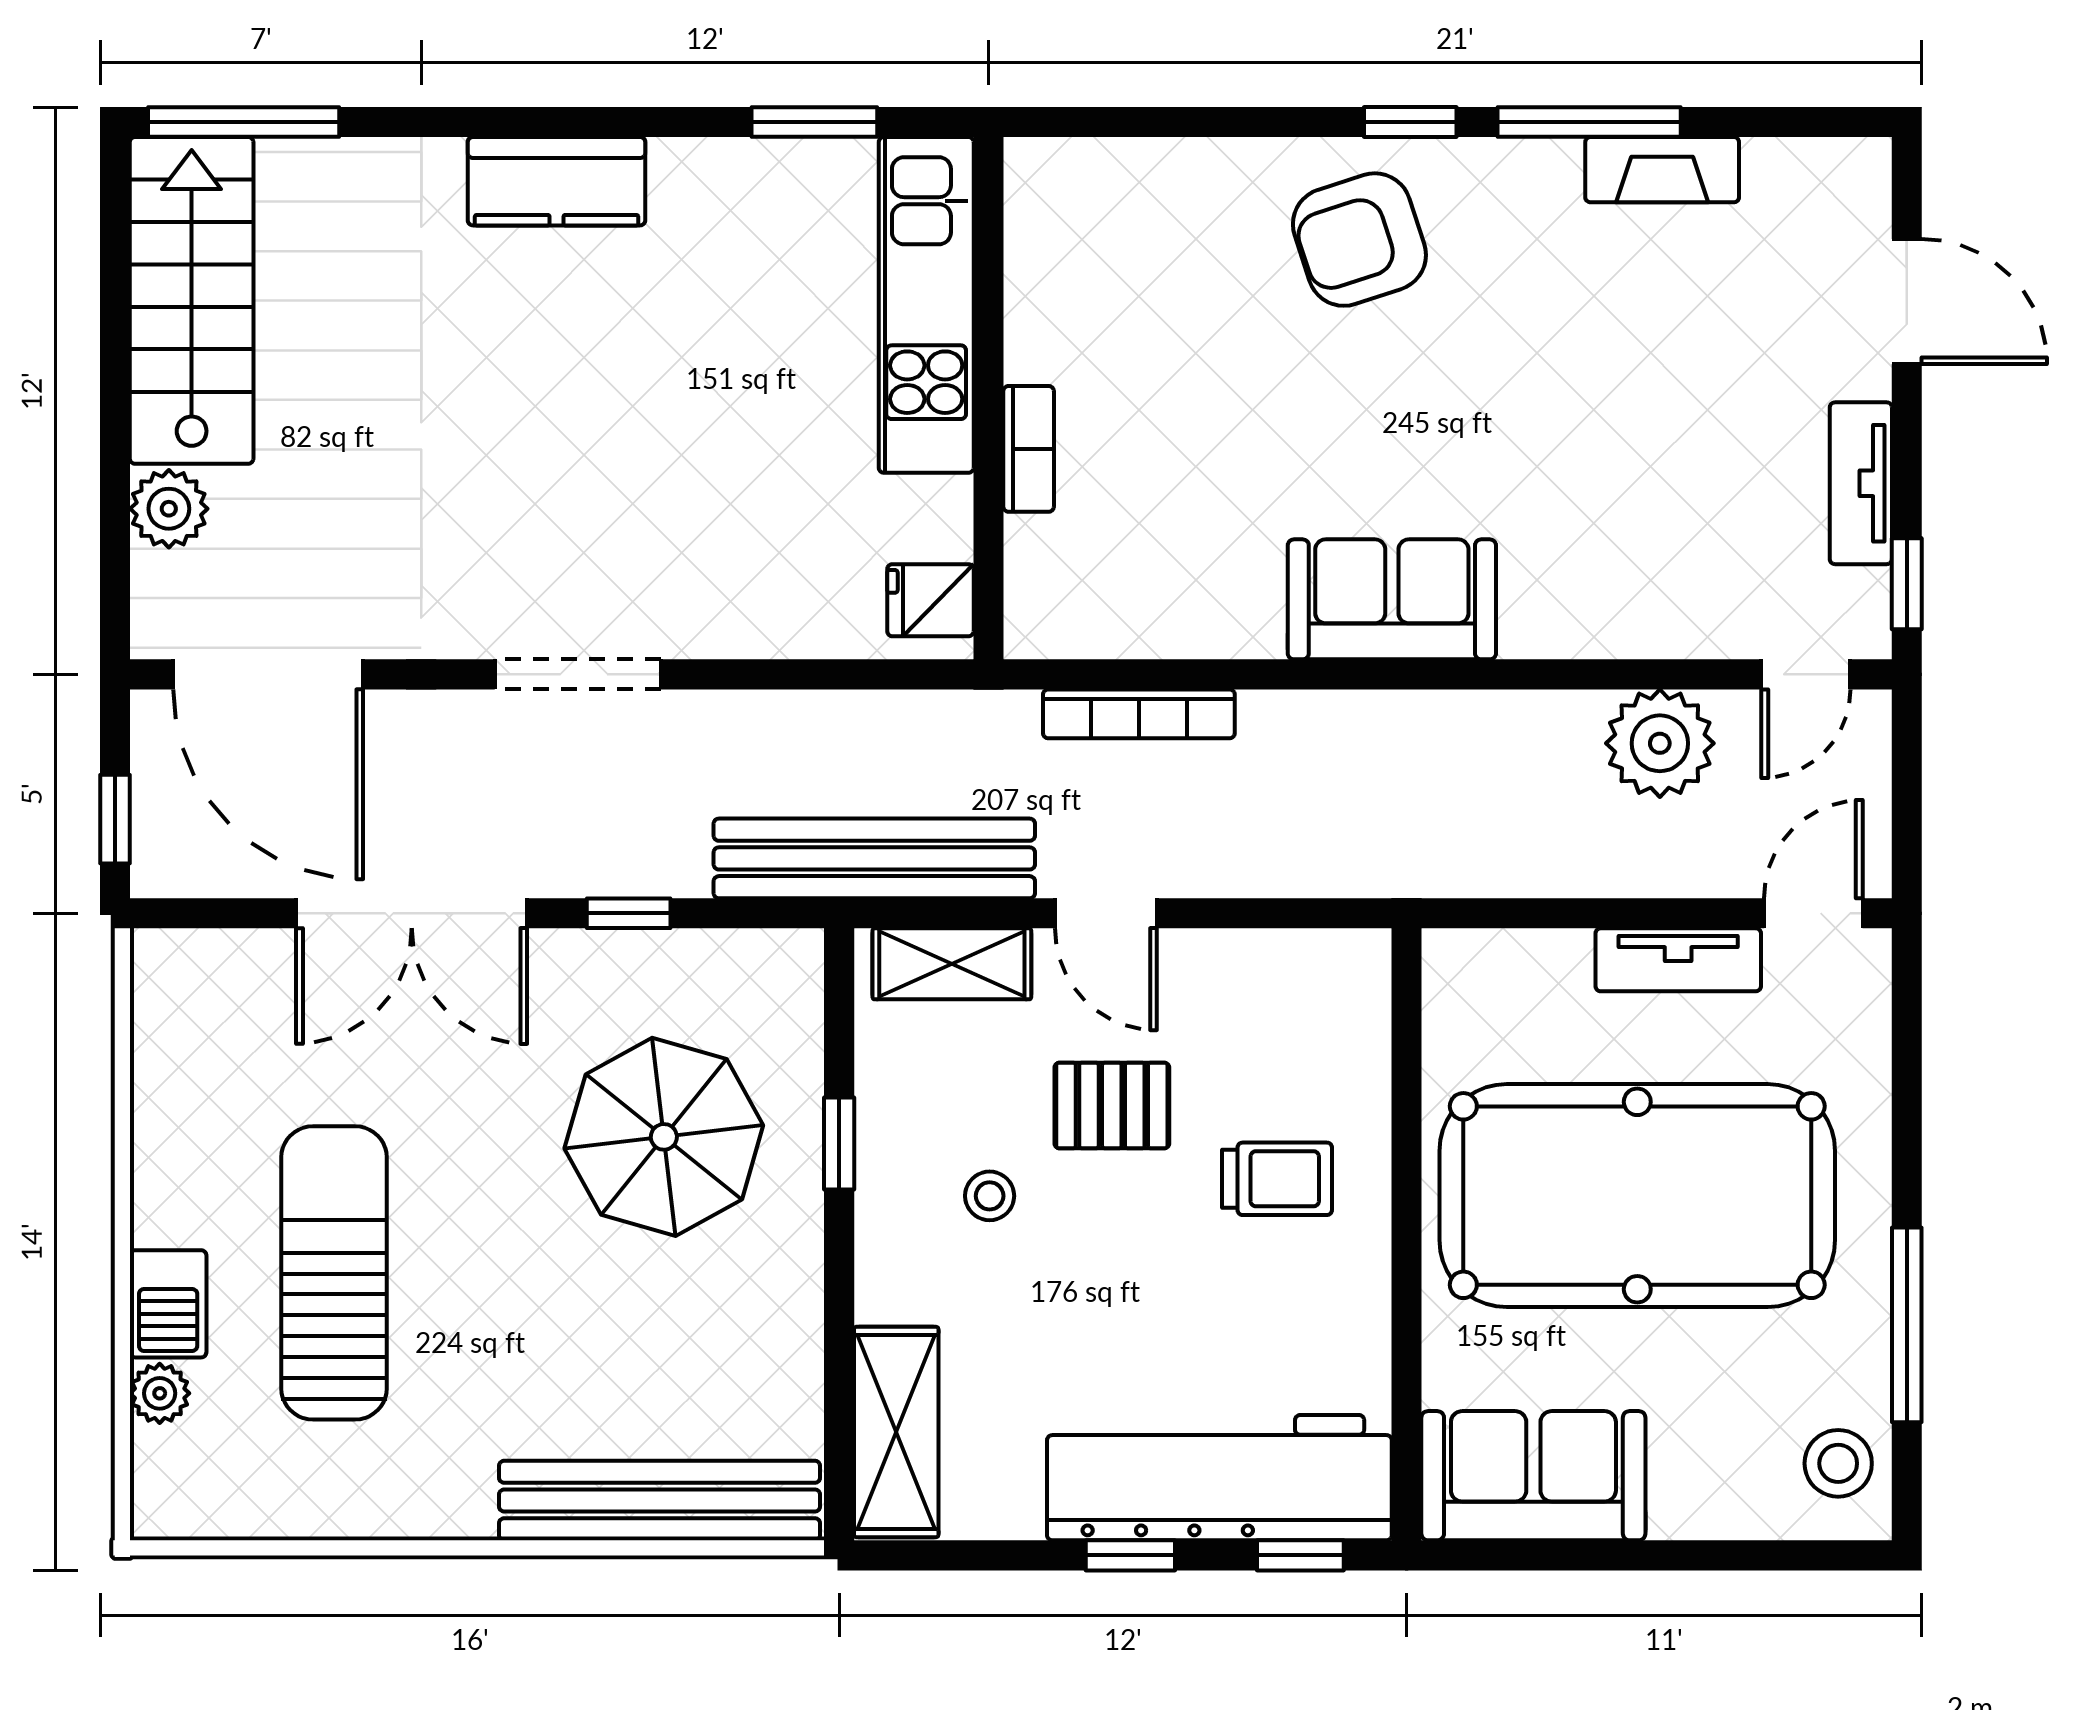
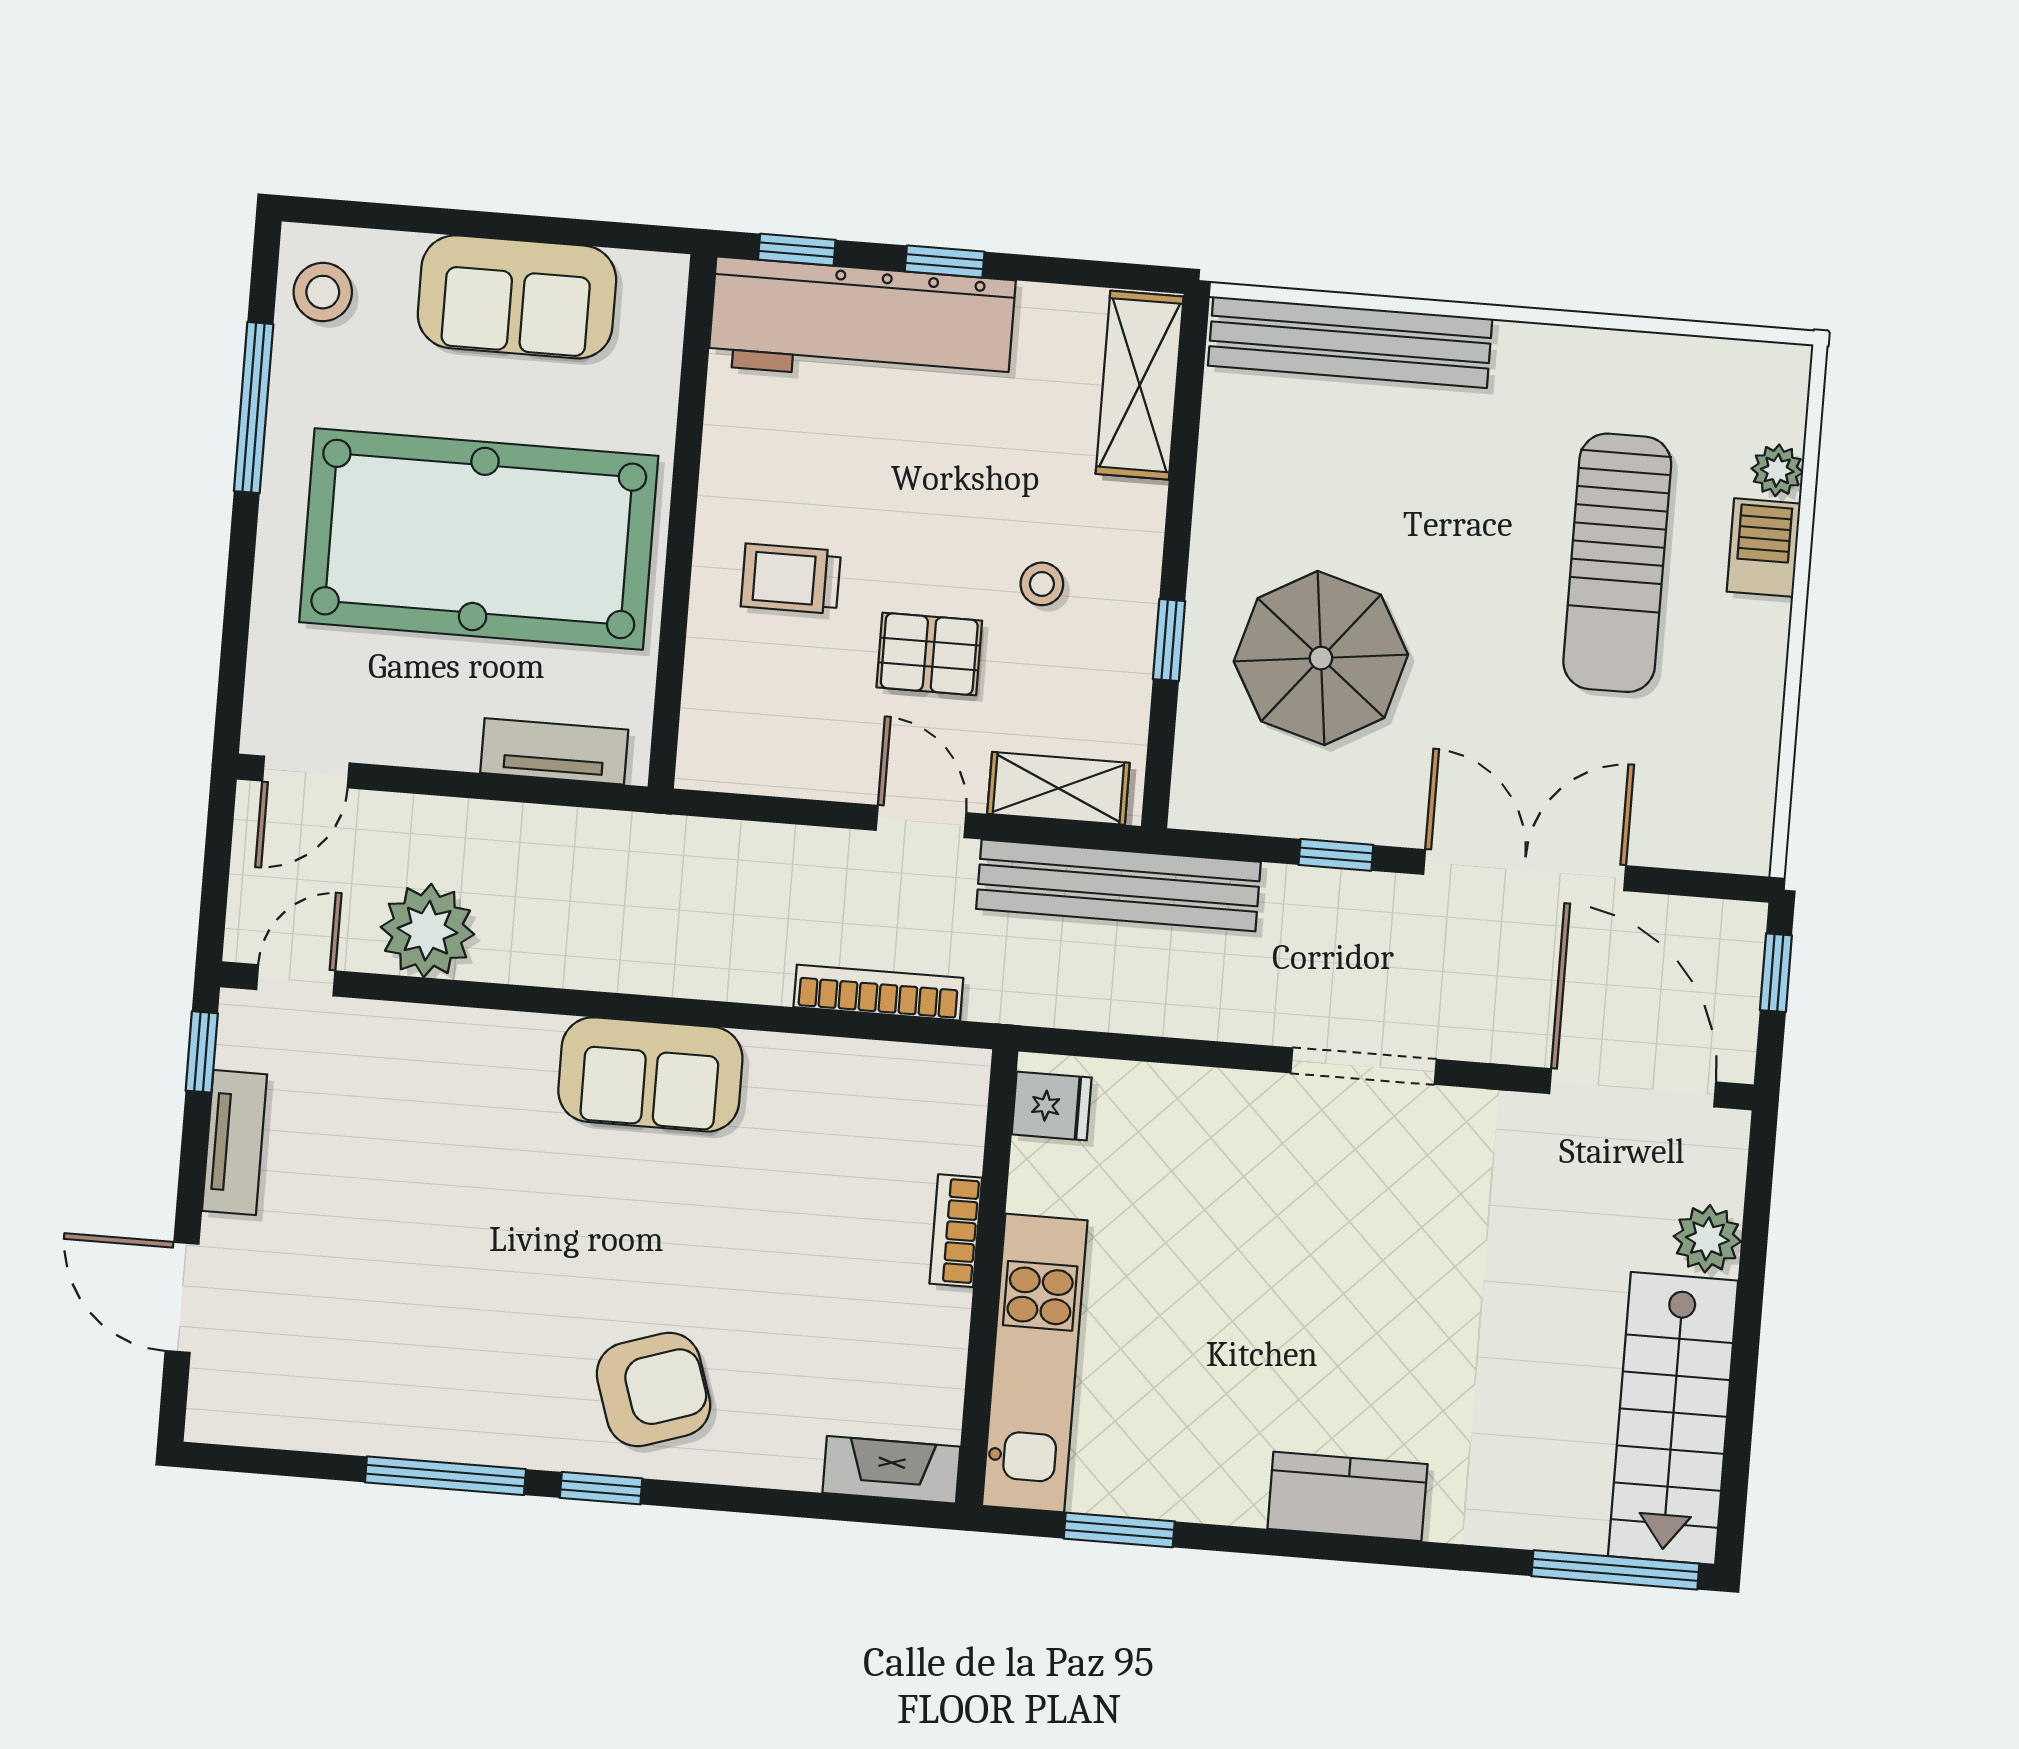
fireplace: (1662, 170) -> (891, 1470), moved
tv unit: (1678, 960) -> (554, 751), moved
sofa: (1533, 1476) -> (517, 297), moved

